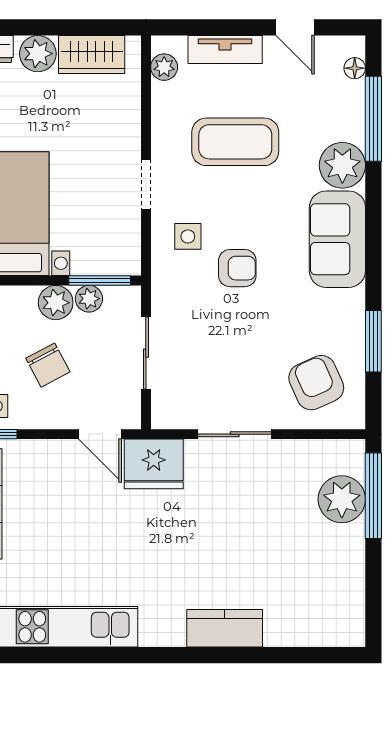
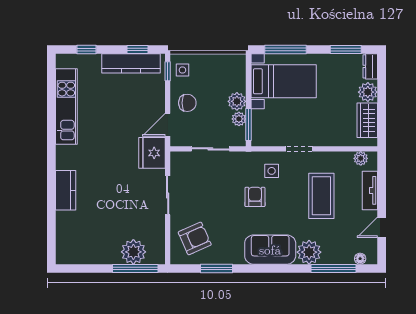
armchair: (237, 268) -> (255, 197), turned 180
chair: (48, 365) -> (187, 103), moved, turned -152

